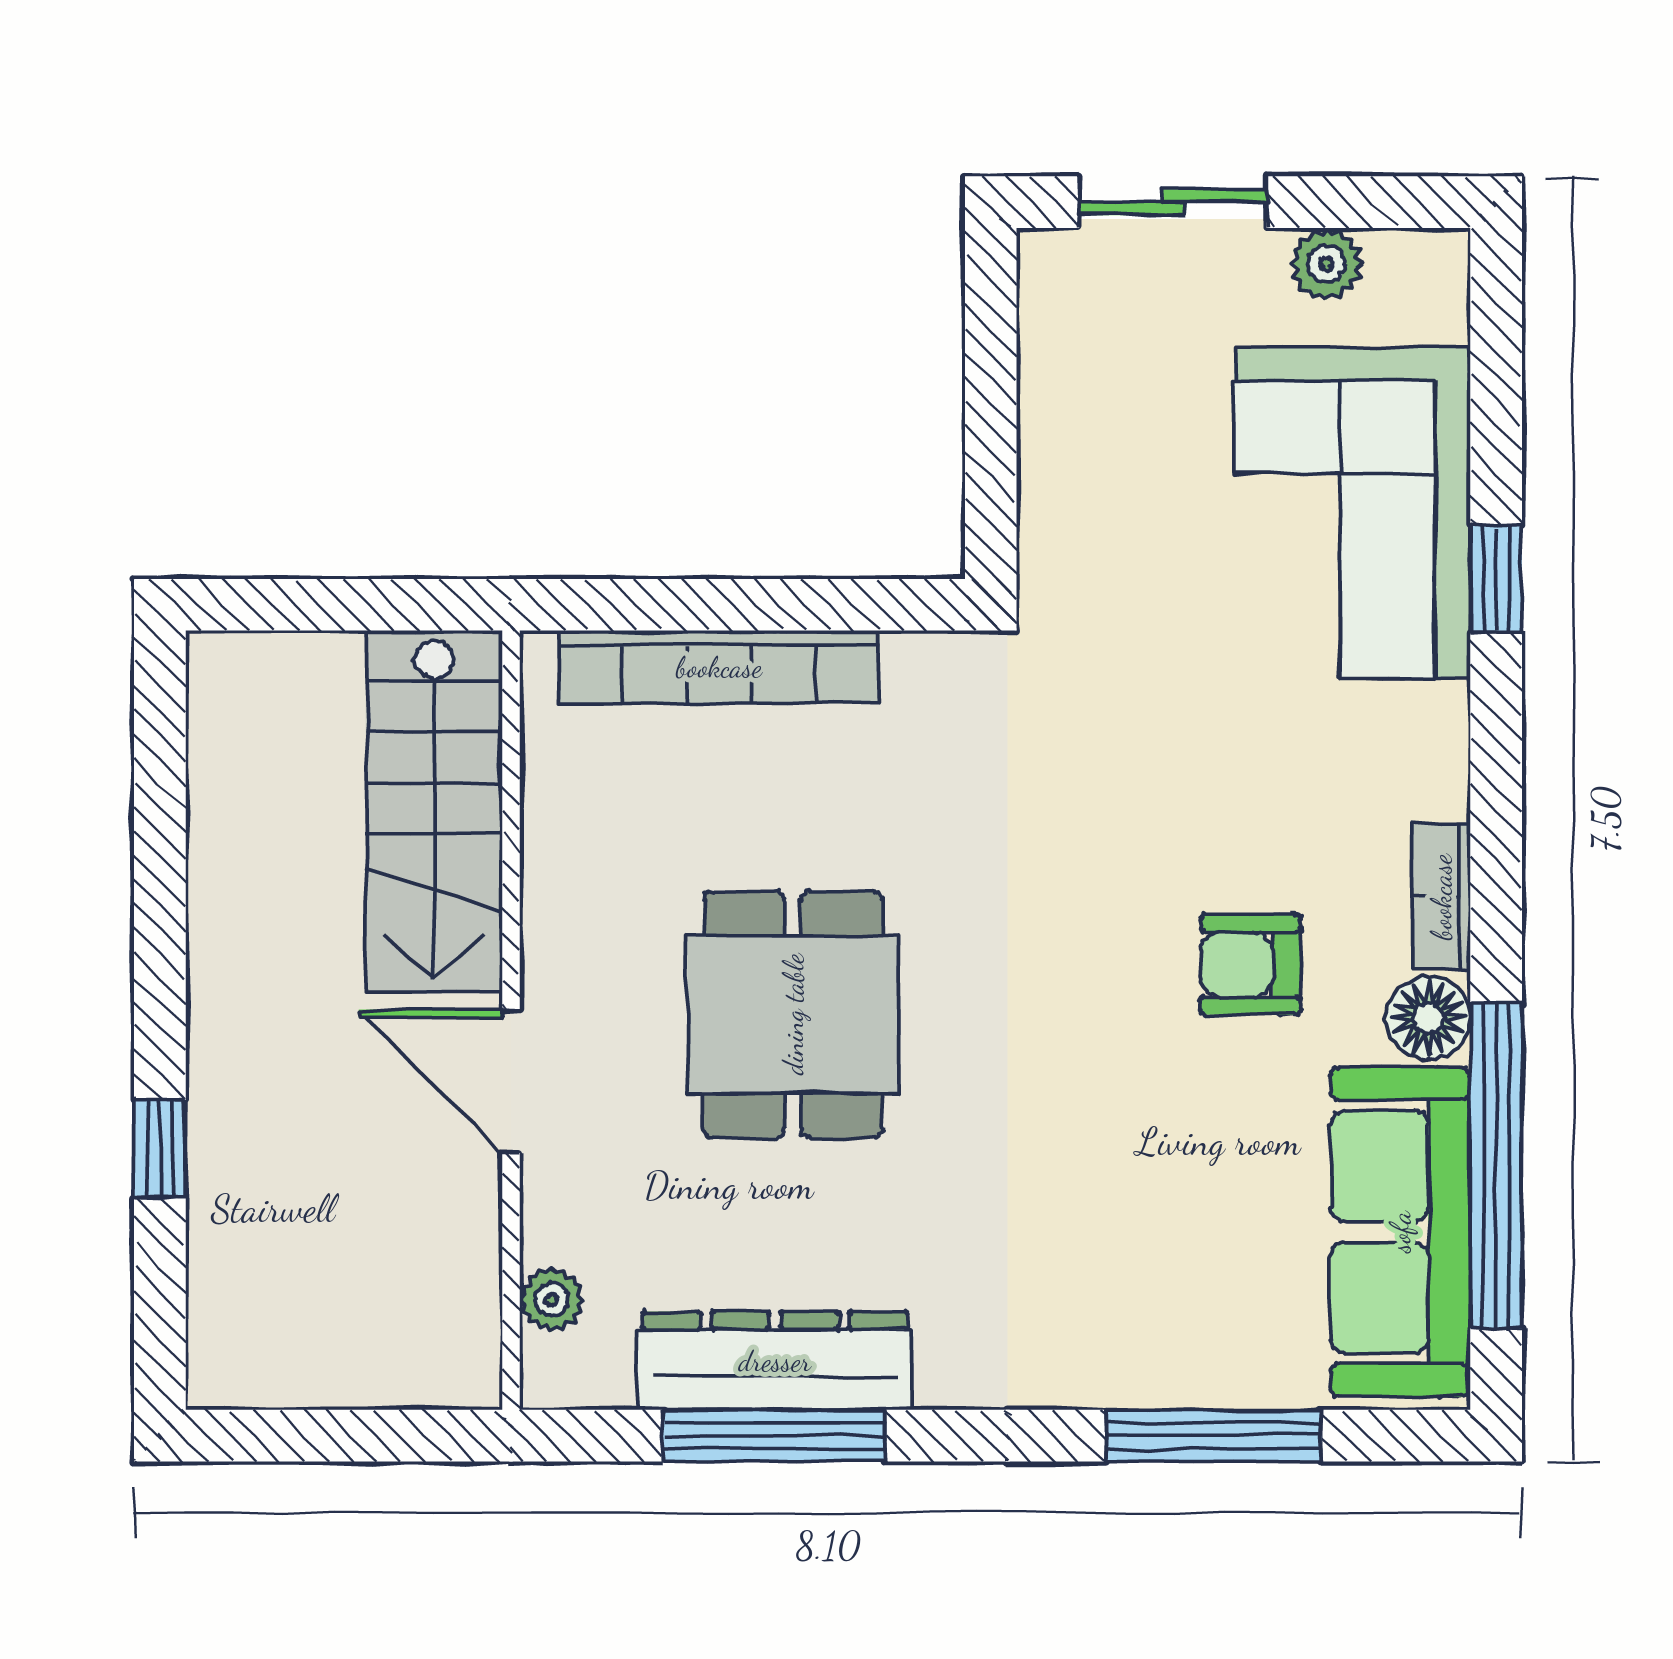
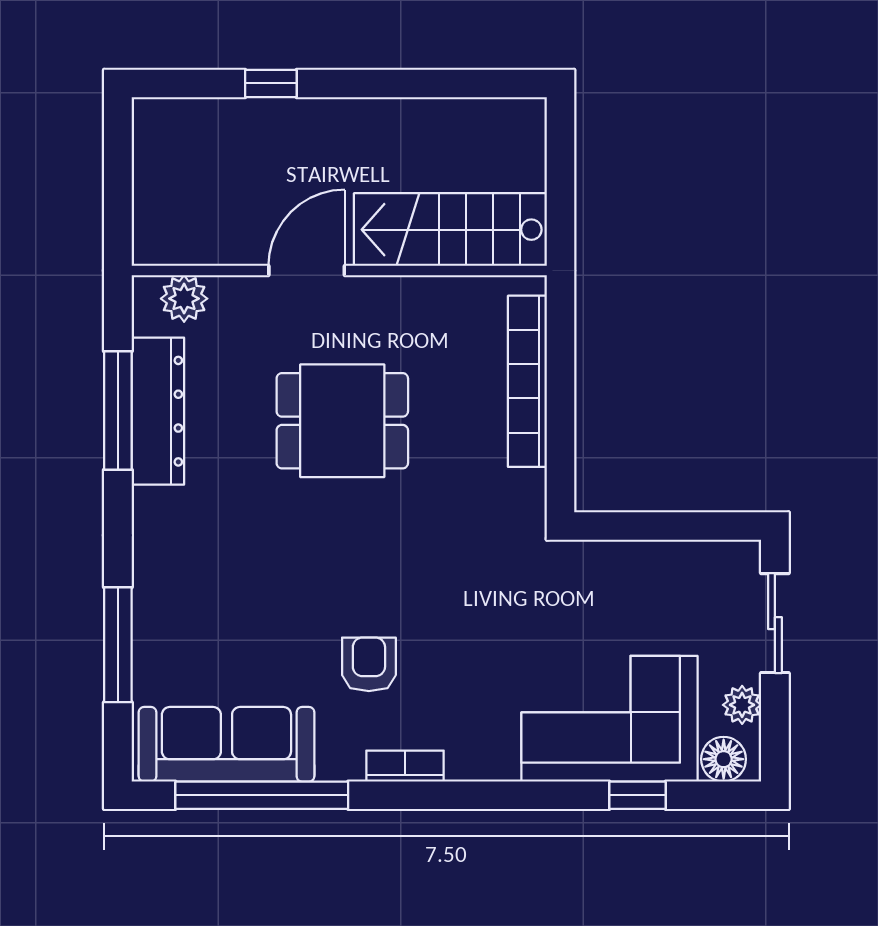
window: (1496, 579) -> (638, 795), moved
floor lamp: (1428, 1018) -> (724, 759), moved
plant: (552, 1300) -> (184, 299), width x1.38, depth x1.38

